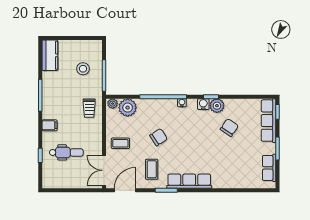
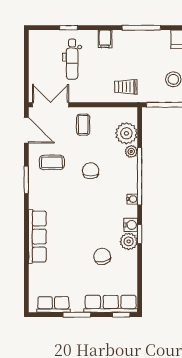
plant: (113, 104) -> (131, 151), moved
chair: (229, 128) -> (102, 256), turned -137
chair: (159, 137) -> (91, 171), turned -149
row of seats: (189, 181) -> (37, 237), moved

